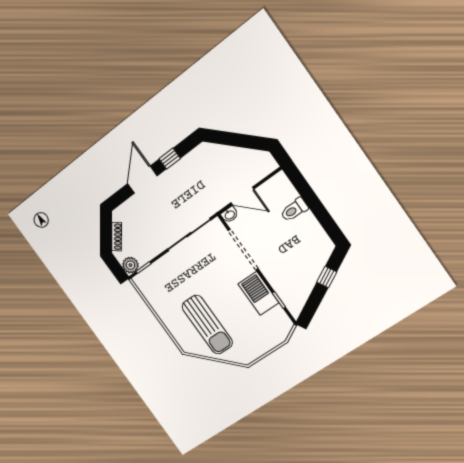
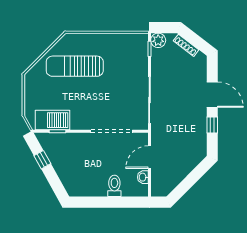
washbasin: (230, 215) -> (143, 177), moved
window: (327, 277) -> (42, 160), moved
barbecue: (258, 293) -> (53, 120), moved

